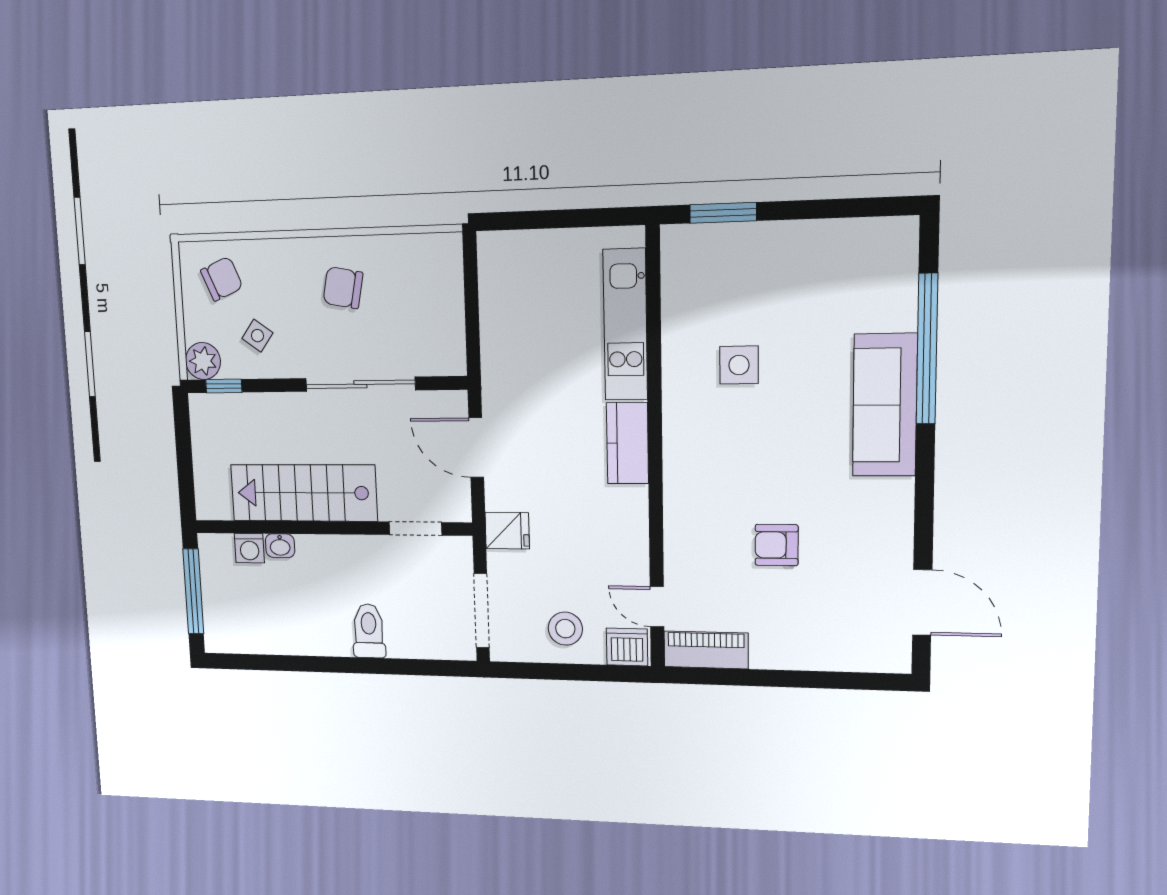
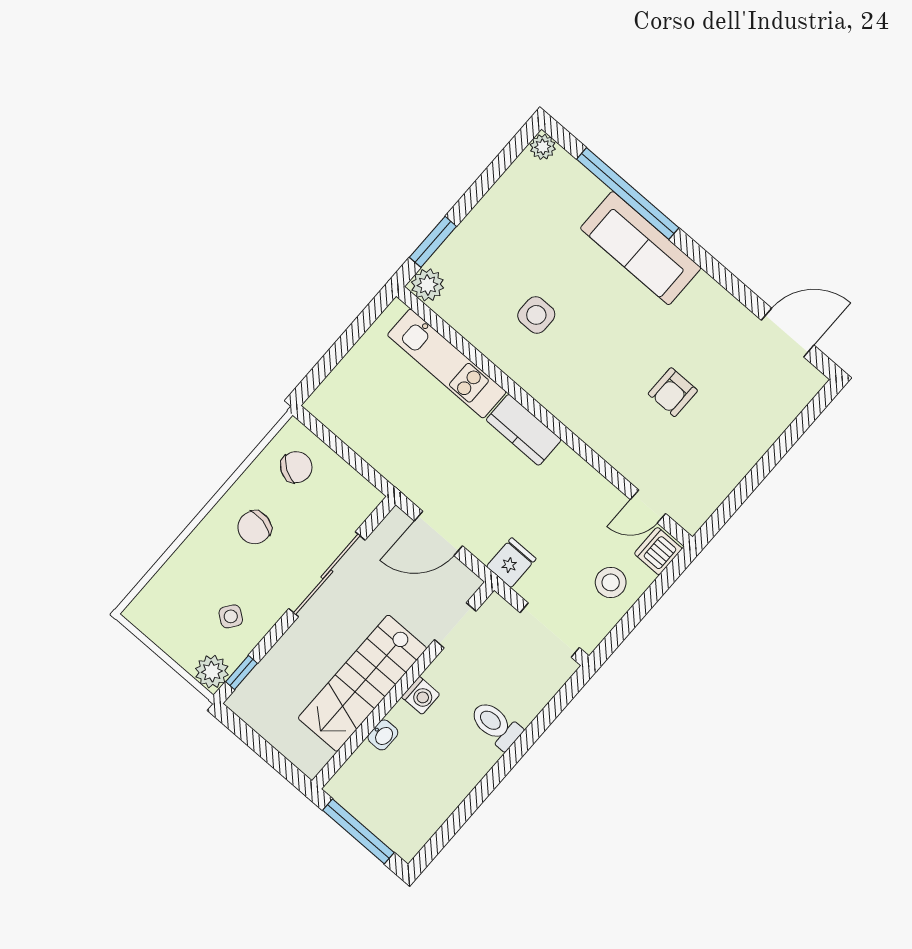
plant: (903, 232) -> (543, 147), added
plant: (680, 244) -> (427, 285), added
chair: (222, 279) -> (296, 467), moved, turned 55
washing machine: (249, 548) -> (421, 696), moved
piano: (706, 650) -> (704, 499), removed

